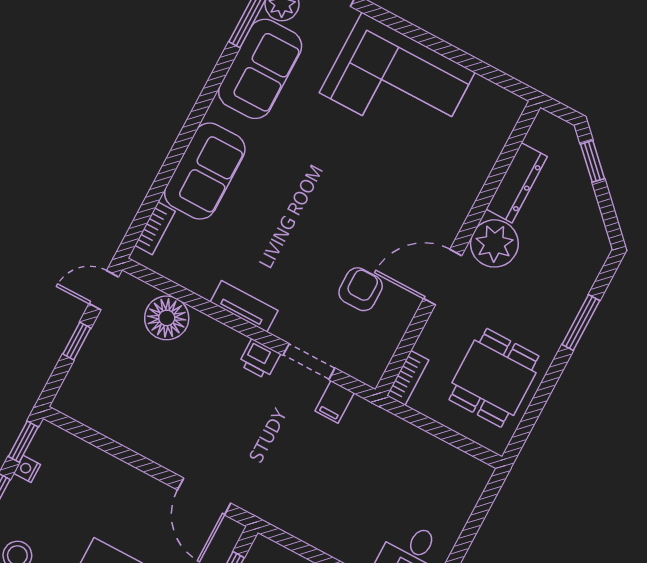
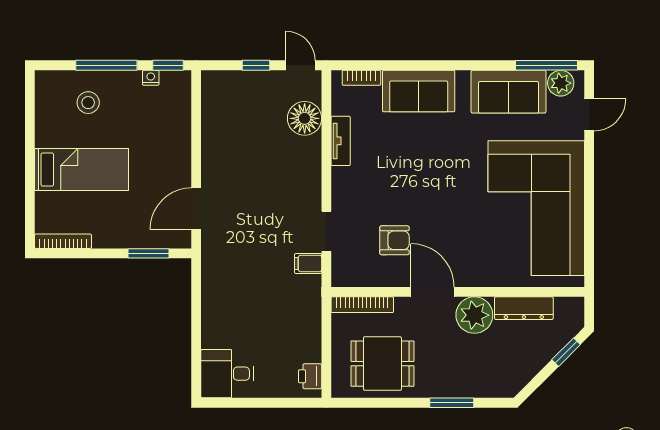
corner sofa: (397, 83) -> (536, 208), width x1.36, depth x1.36
tv unit: (244, 306) -> (341, 141), moved
printer: (259, 359) -> (310, 376), moved
bookcase: (408, 378) -> (362, 305), width x1.56

